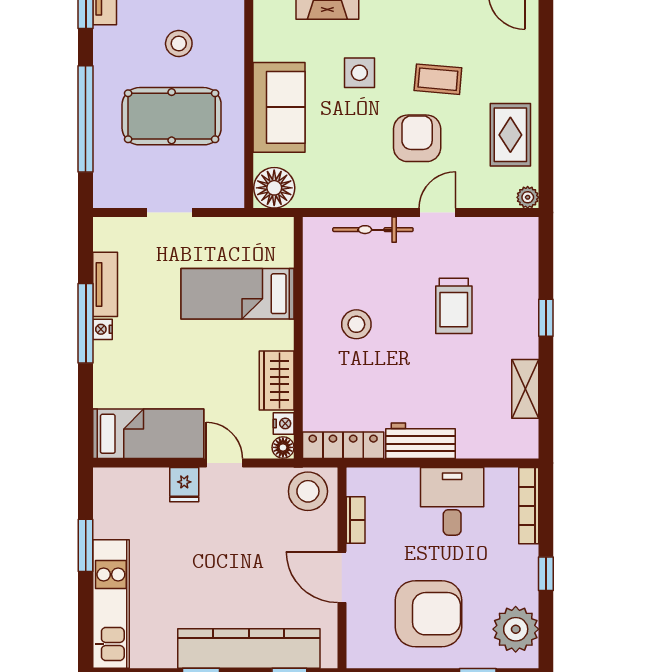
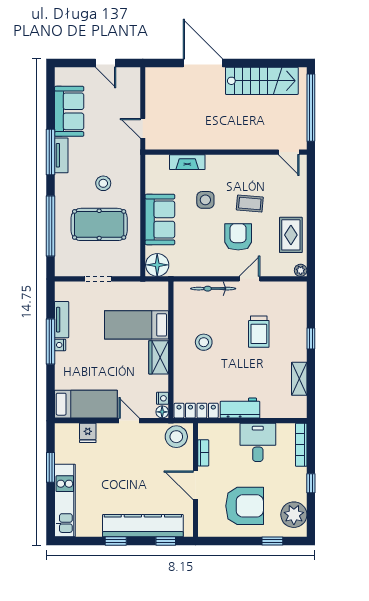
wardrobe: (277, 381) -> (159, 357), moved
fridge: (184, 485) -> (88, 433), moved

